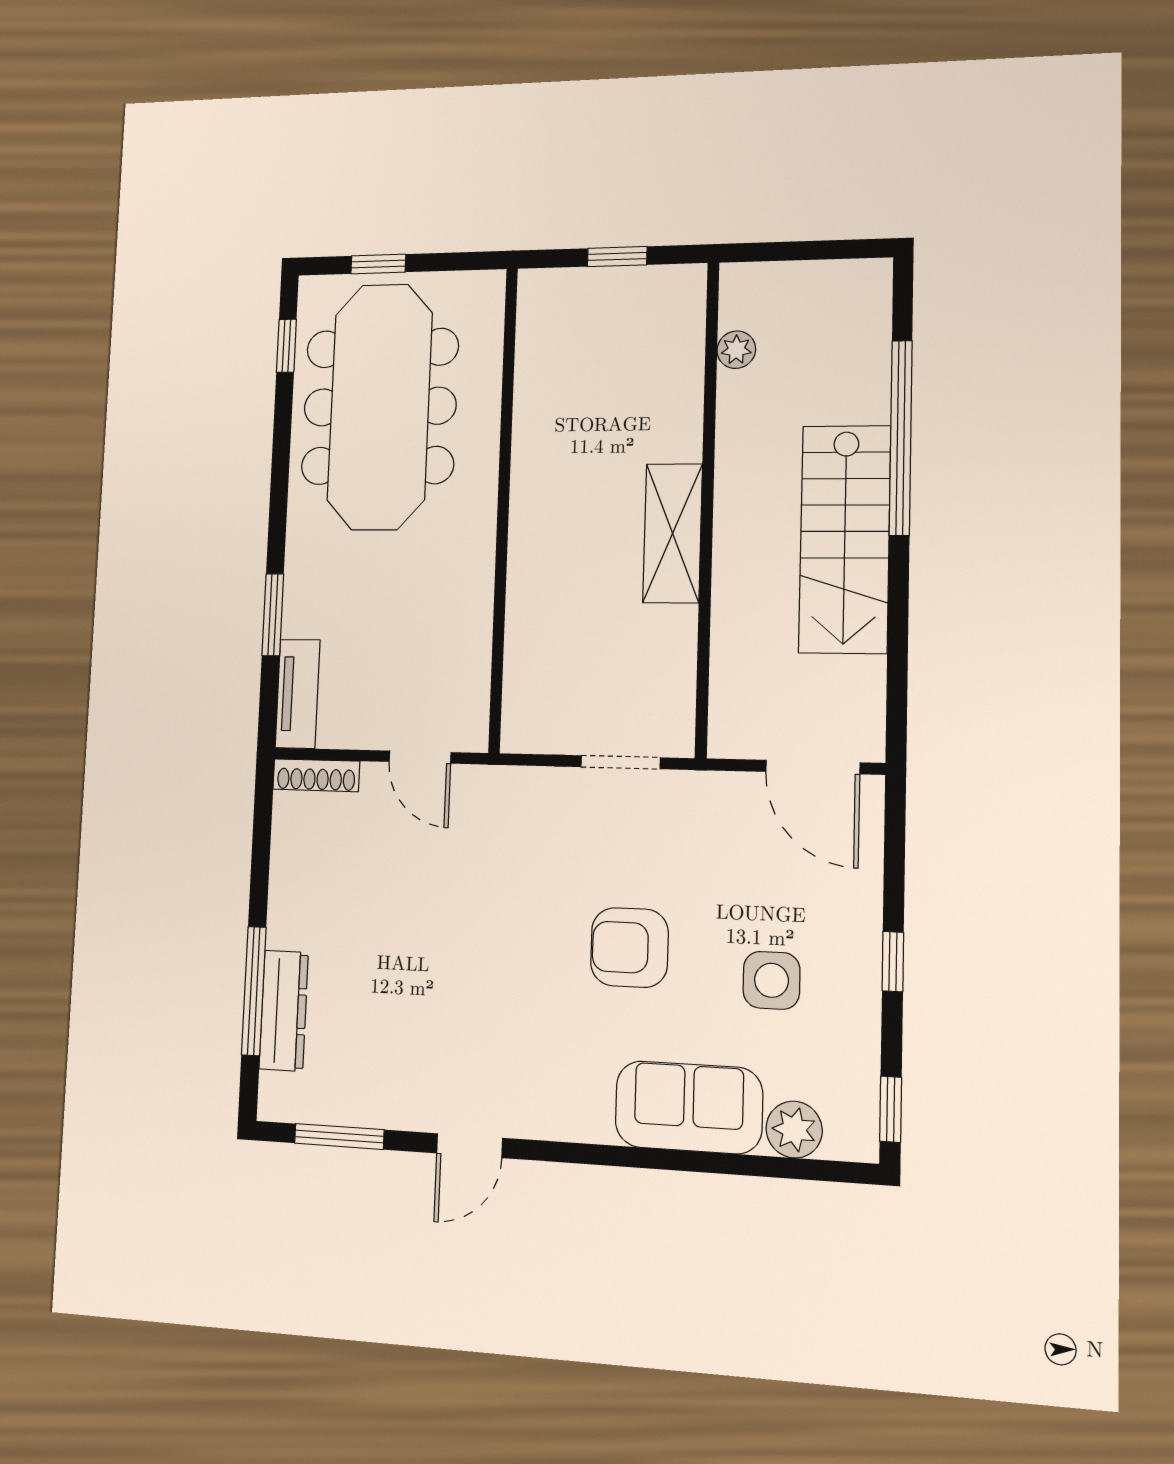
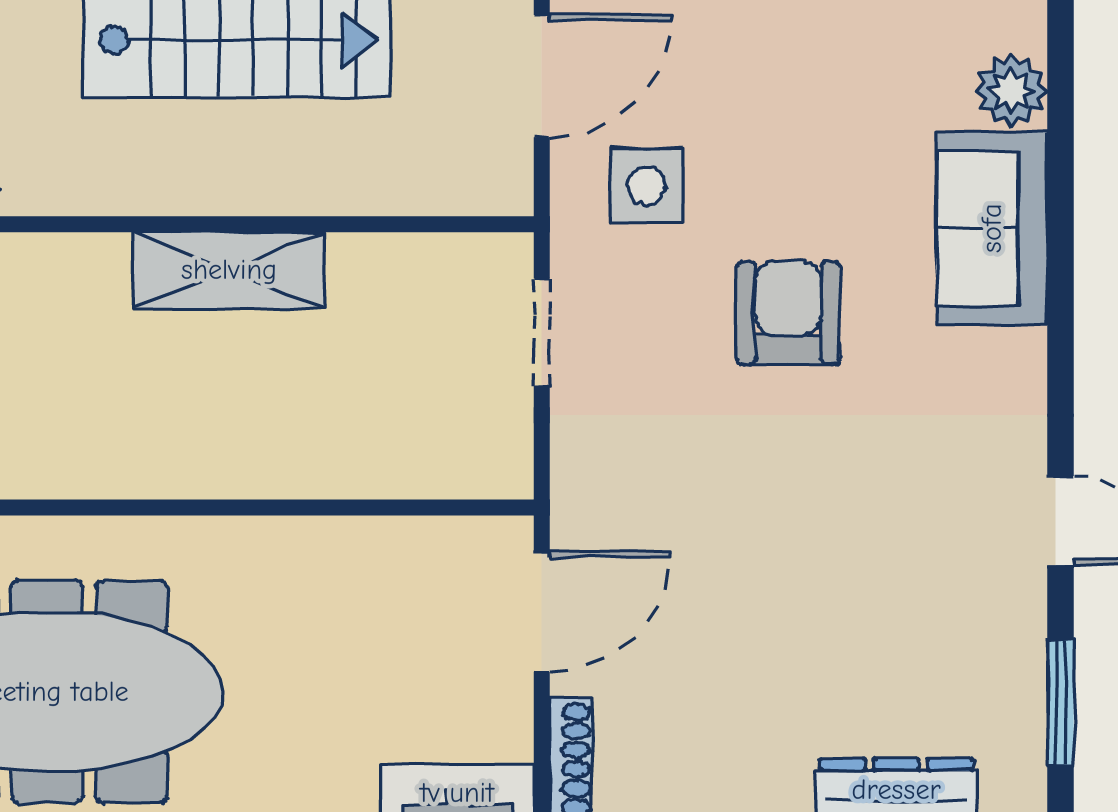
door: (420, 757) -> (542, 612), width x1.38
armchair: (629, 948) -> (788, 313), turned 180
side table: (771, 980) -> (646, 186), moved

